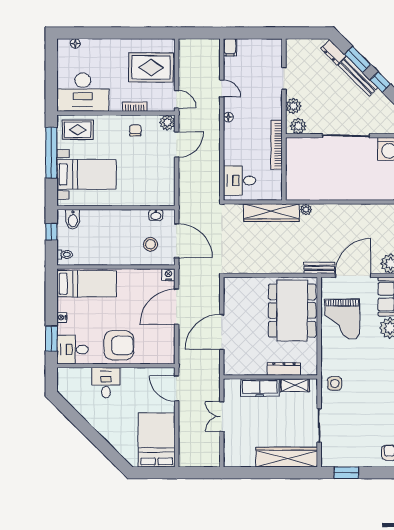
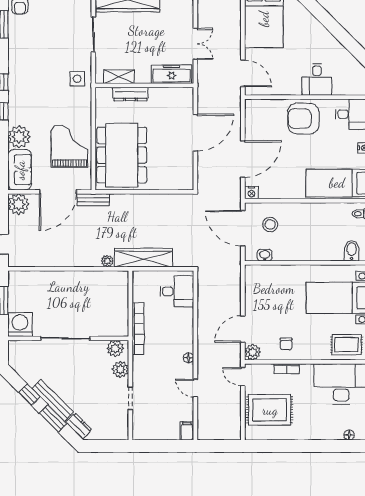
freezer: (260, 388) -> (172, 74), moved

